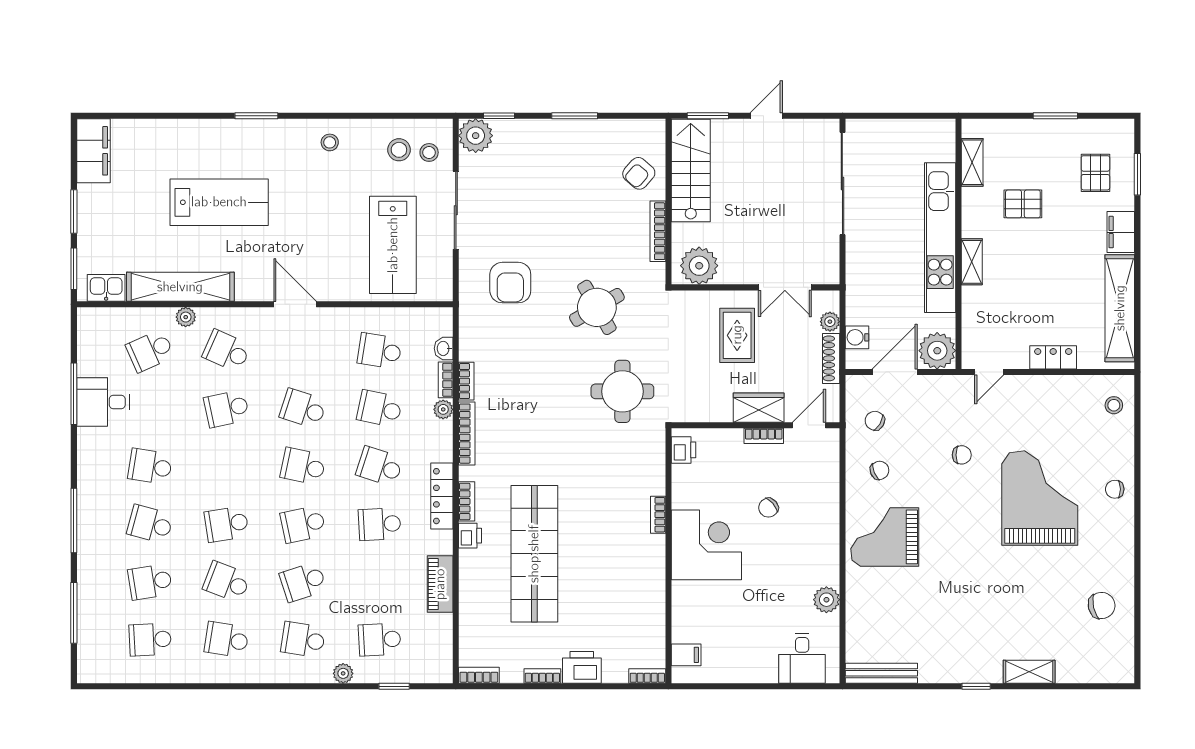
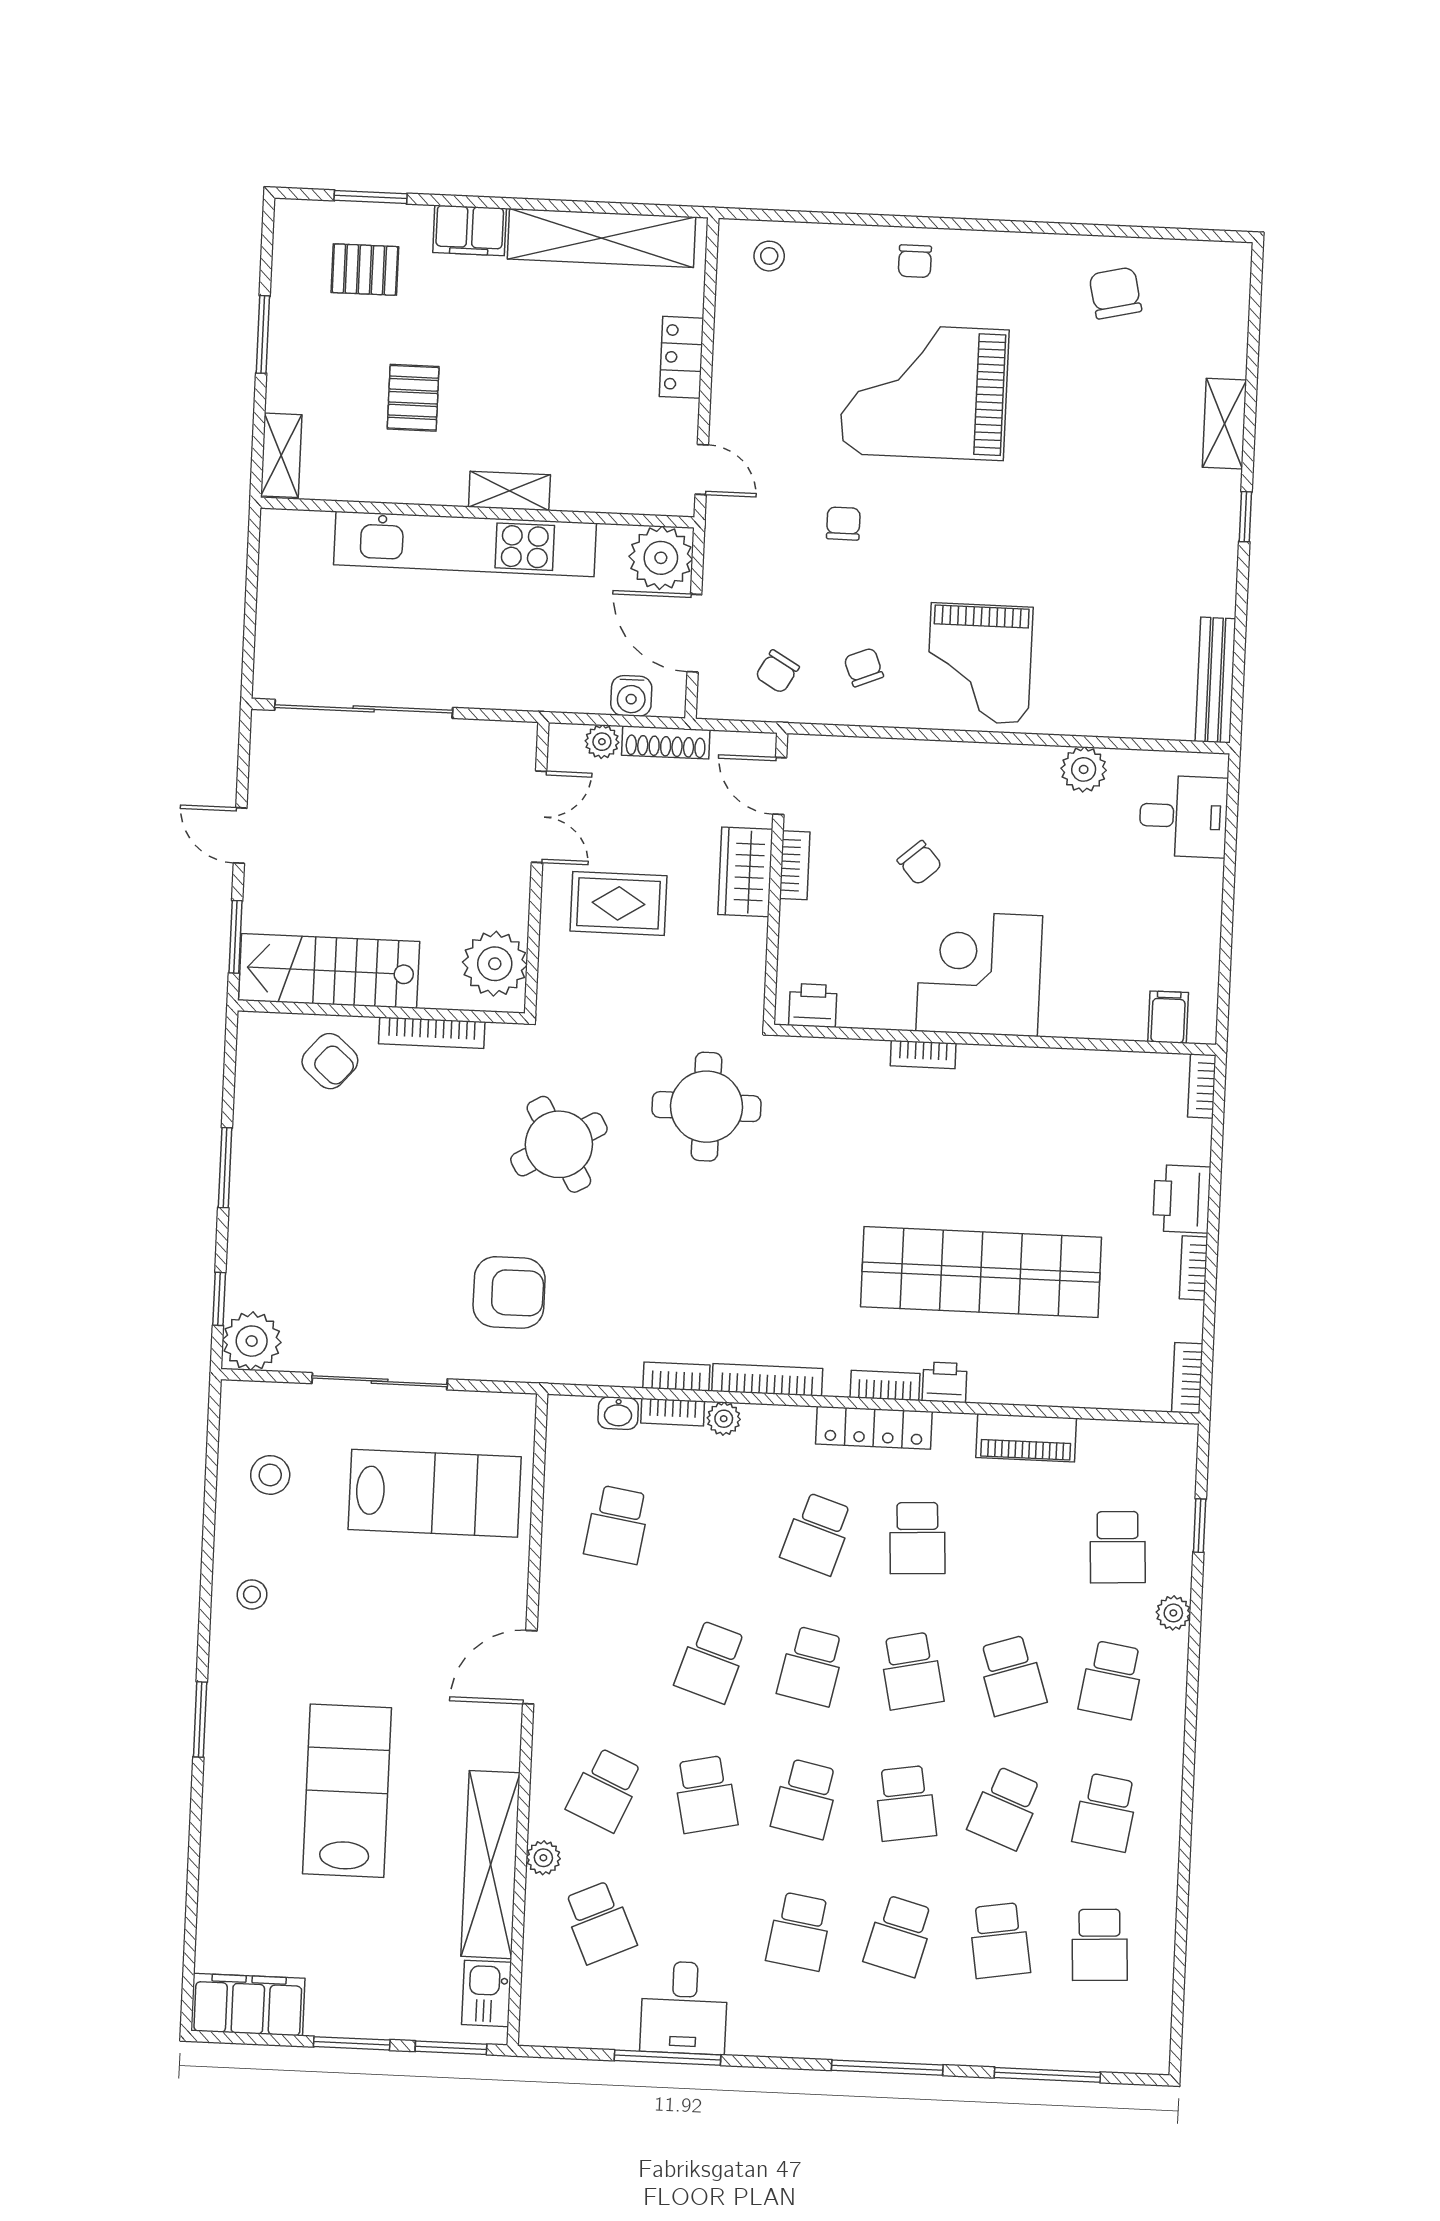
stool: (429, 152) -> (277, 1423), removed
shelving: (972, 162) -> (281, 455), moved, turned 90
school desk: (380, 409) -> (805, 1799), moved

